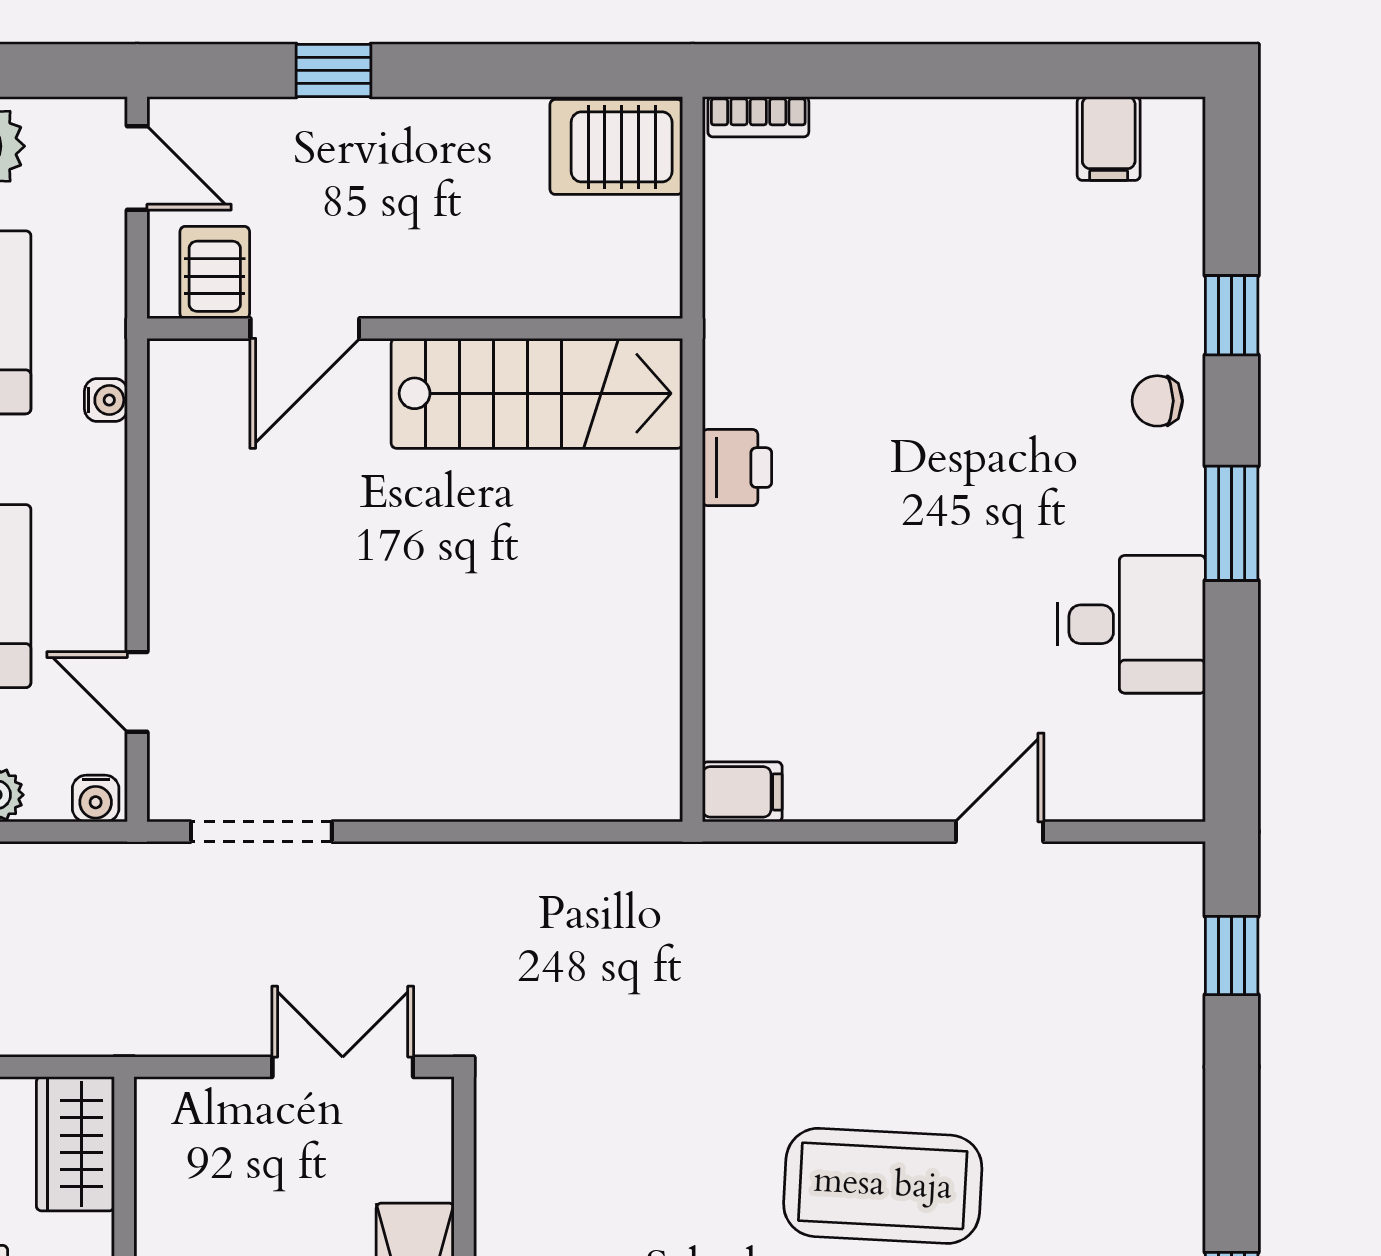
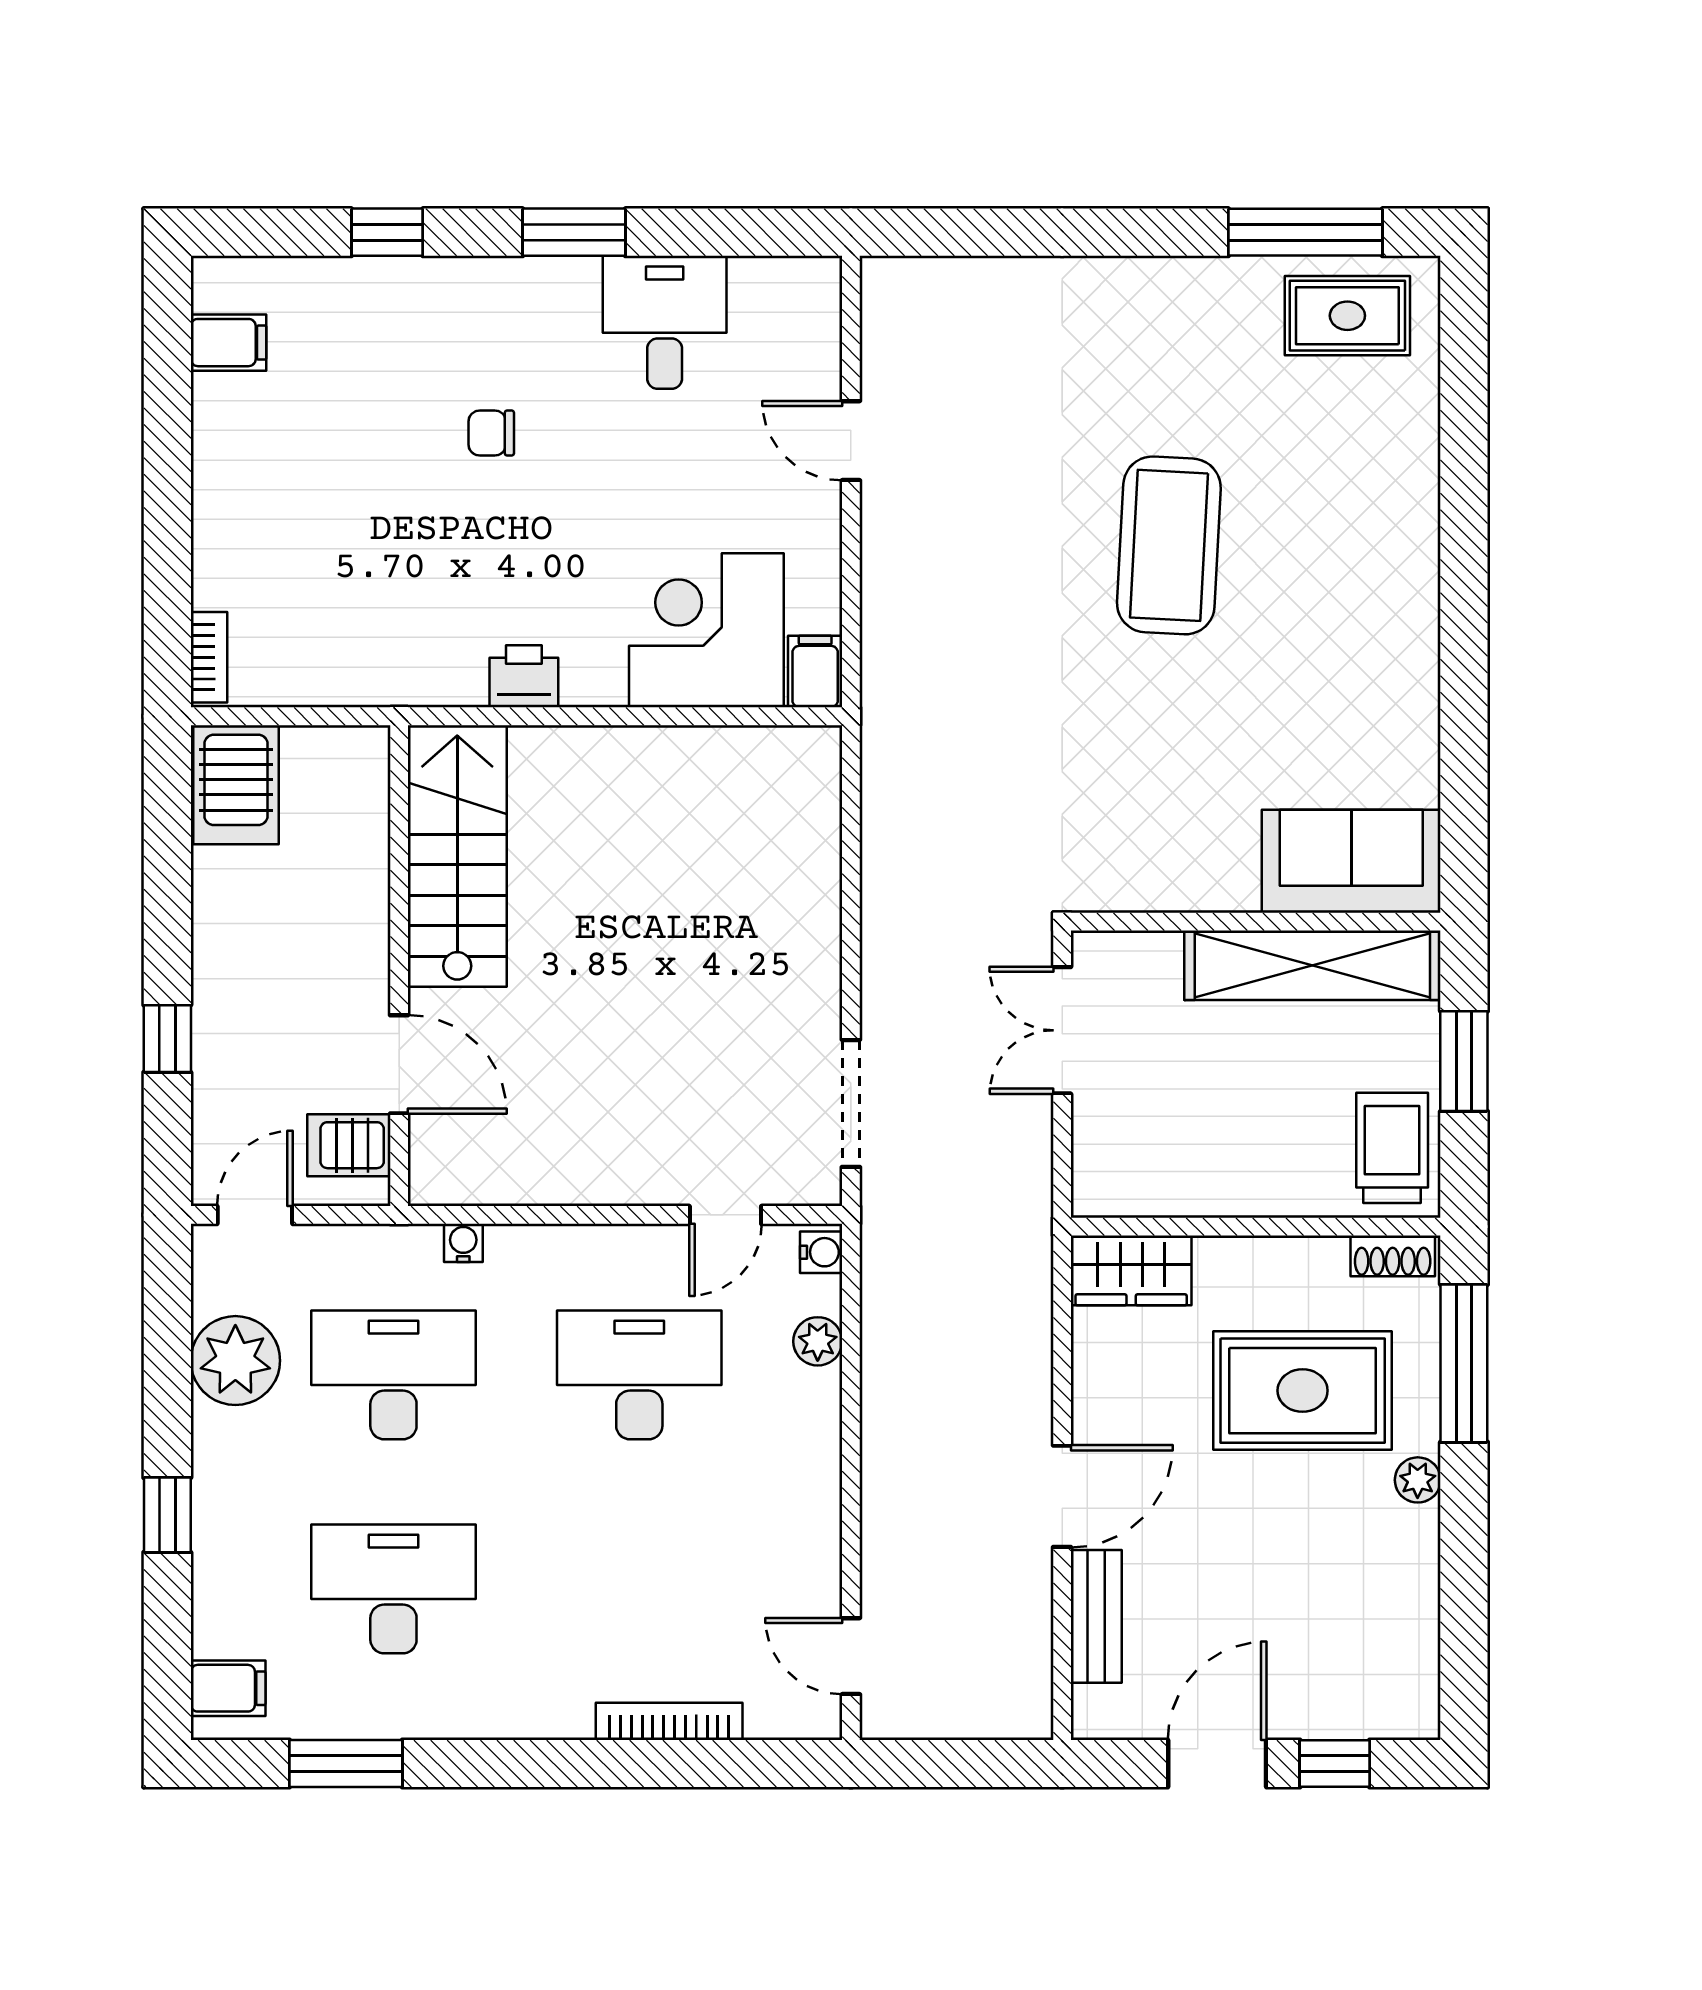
chair: (1157, 401) -> (491, 433), moved, turned 90
corner desk: (788, 671) -> (706, 630), added
window: (1232, 956) -> (962, 232), removed

